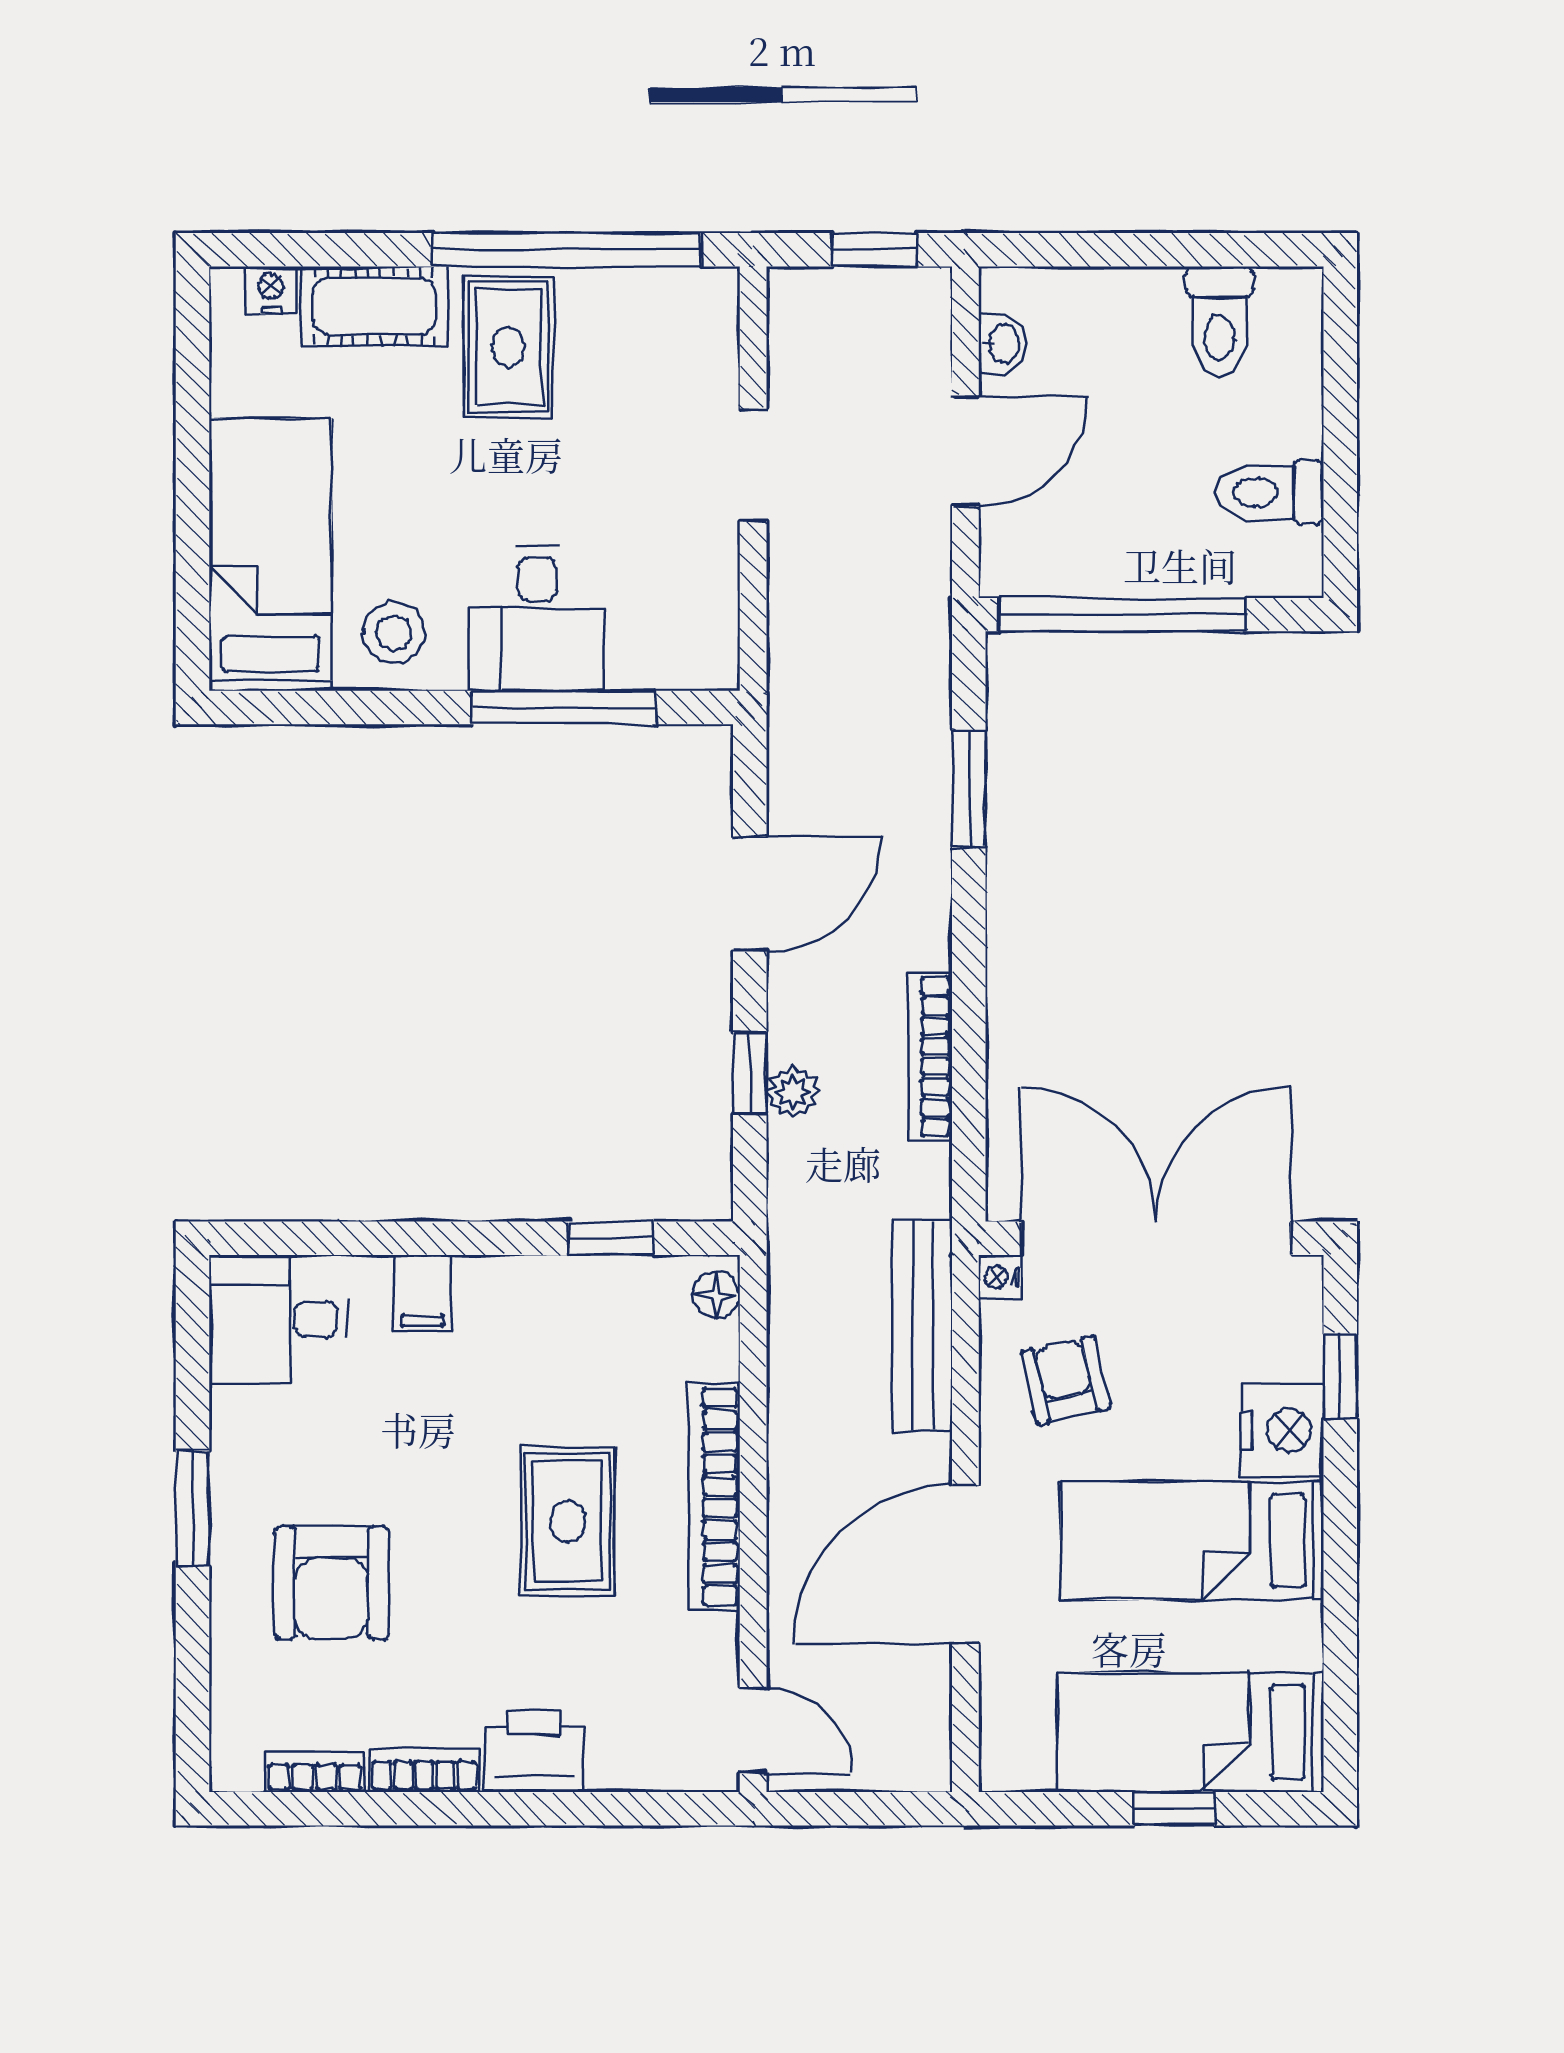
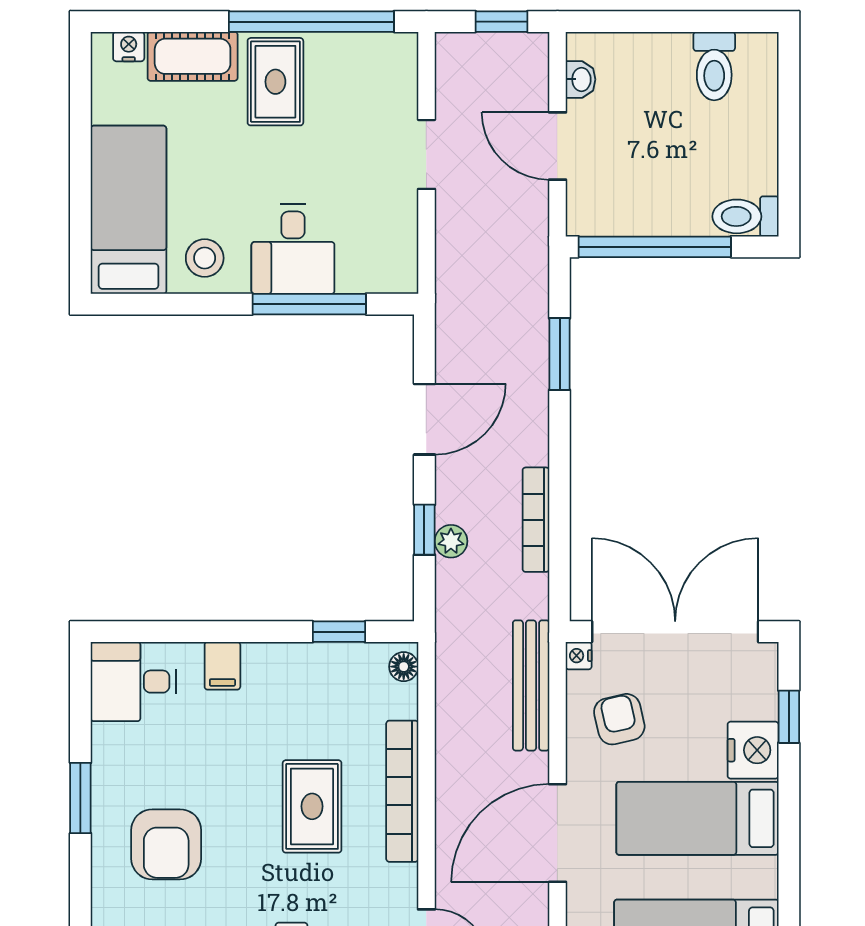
door: (965, 451) -> (557, 146), swing flipped
toilet: (1270, 492) -> (745, 216), moved

